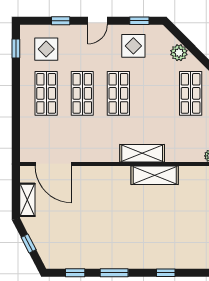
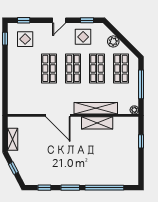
window: (61, 21) -> (24, 20), moved
shop shelf: (46, 93) -> (97, 68), moved
shelving: (142, 153) -> (96, 108), width x1.47
door: (53, 164) -> (58, 115), moved
window: (166, 273) -> (104, 188), width x3.17

